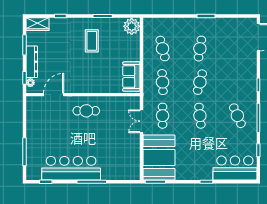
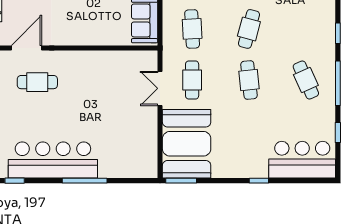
cafe table: (86, 111) -> (37, 82), moved

